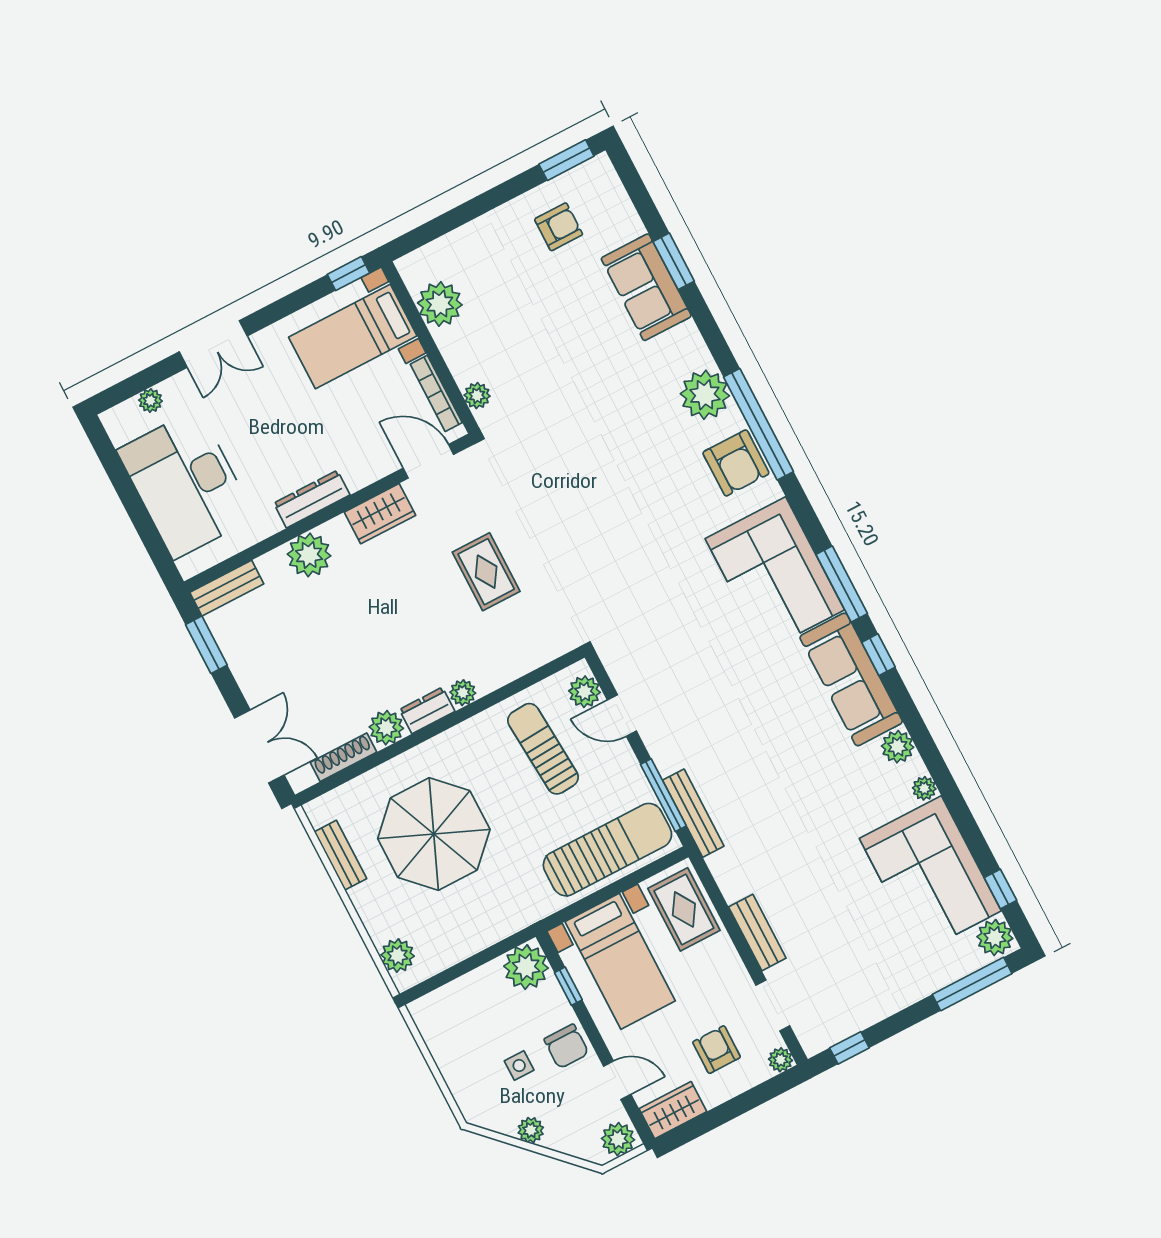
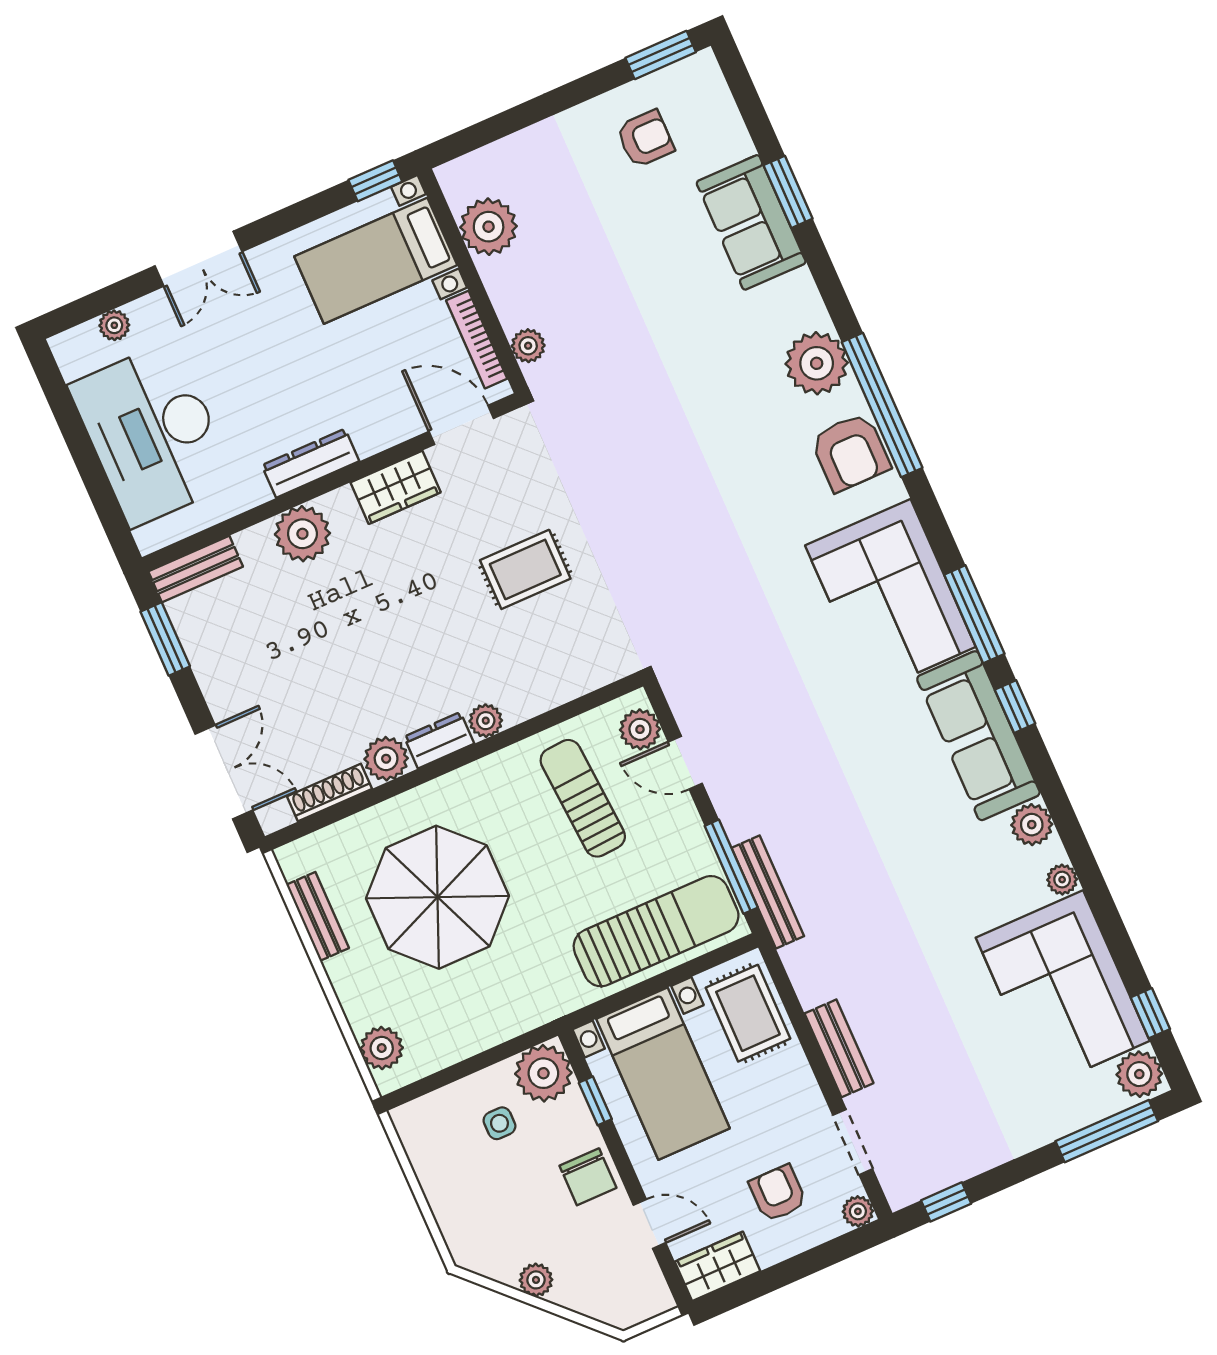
rug: (486, 572) -> (525, 569), turned 90
side table: (519, 1066) -> (499, 1123), moved
plant: (618, 1139) -> (646, 1299), removed

